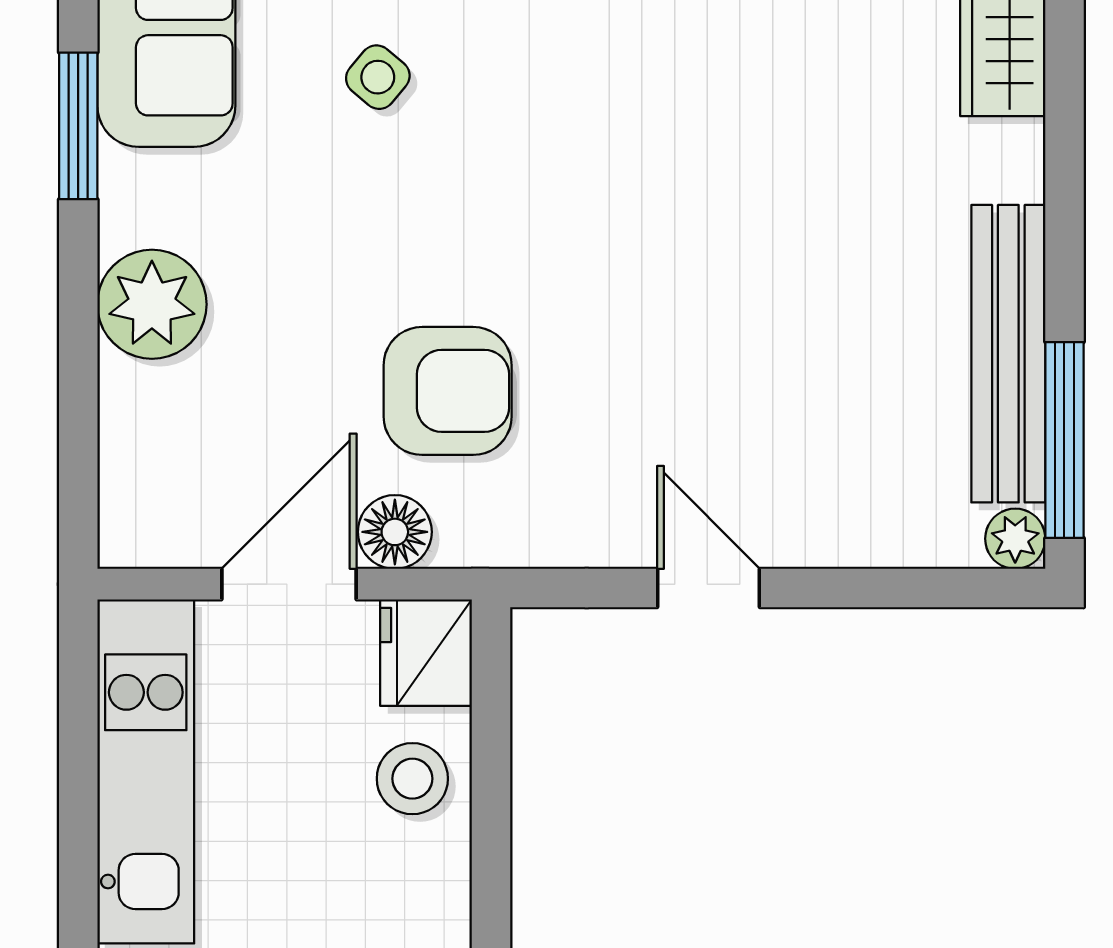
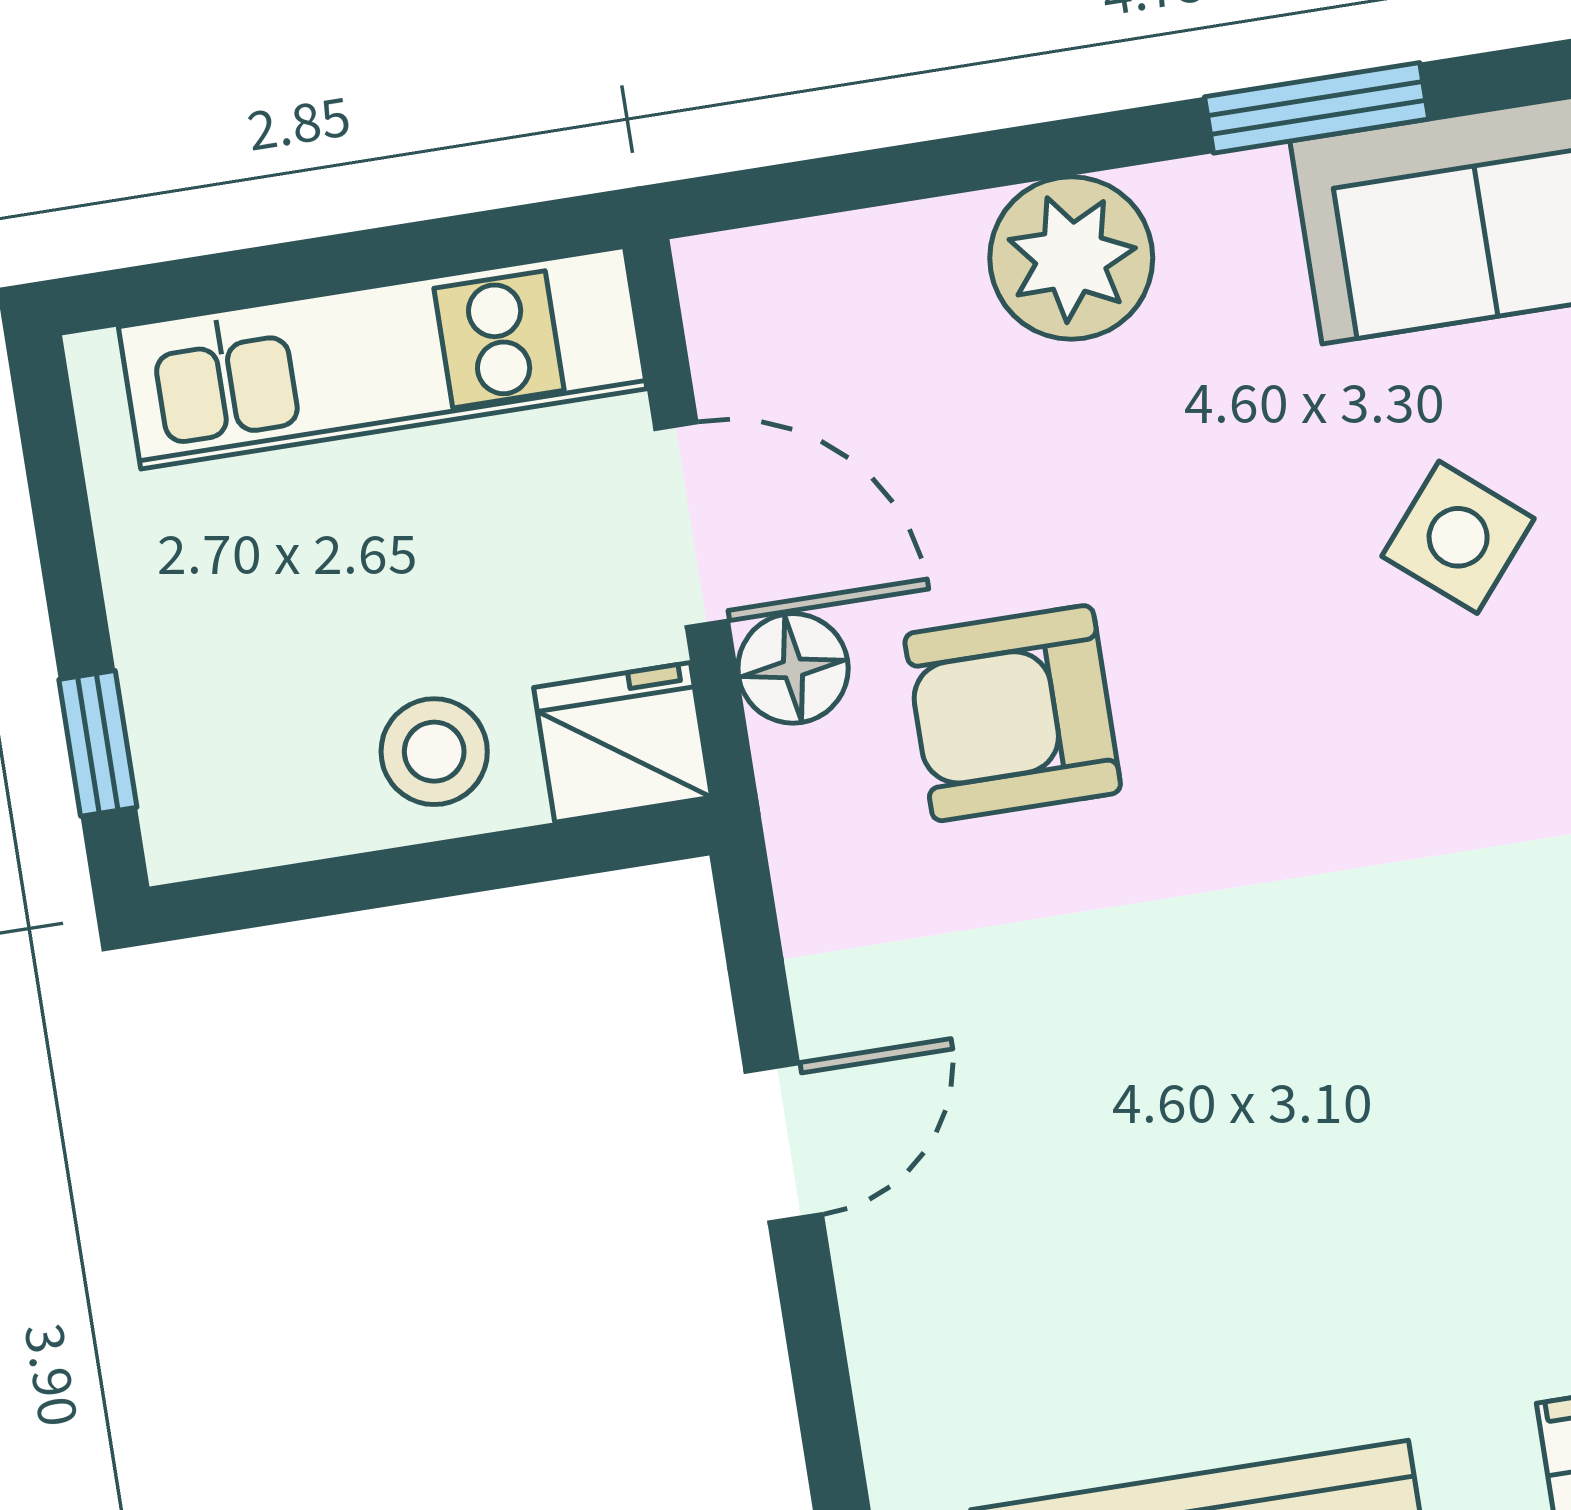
side table: (378, 77) -> (1458, 537), width x1.37, depth x1.37
armchair: (448, 391) -> (1013, 713), turned 90

